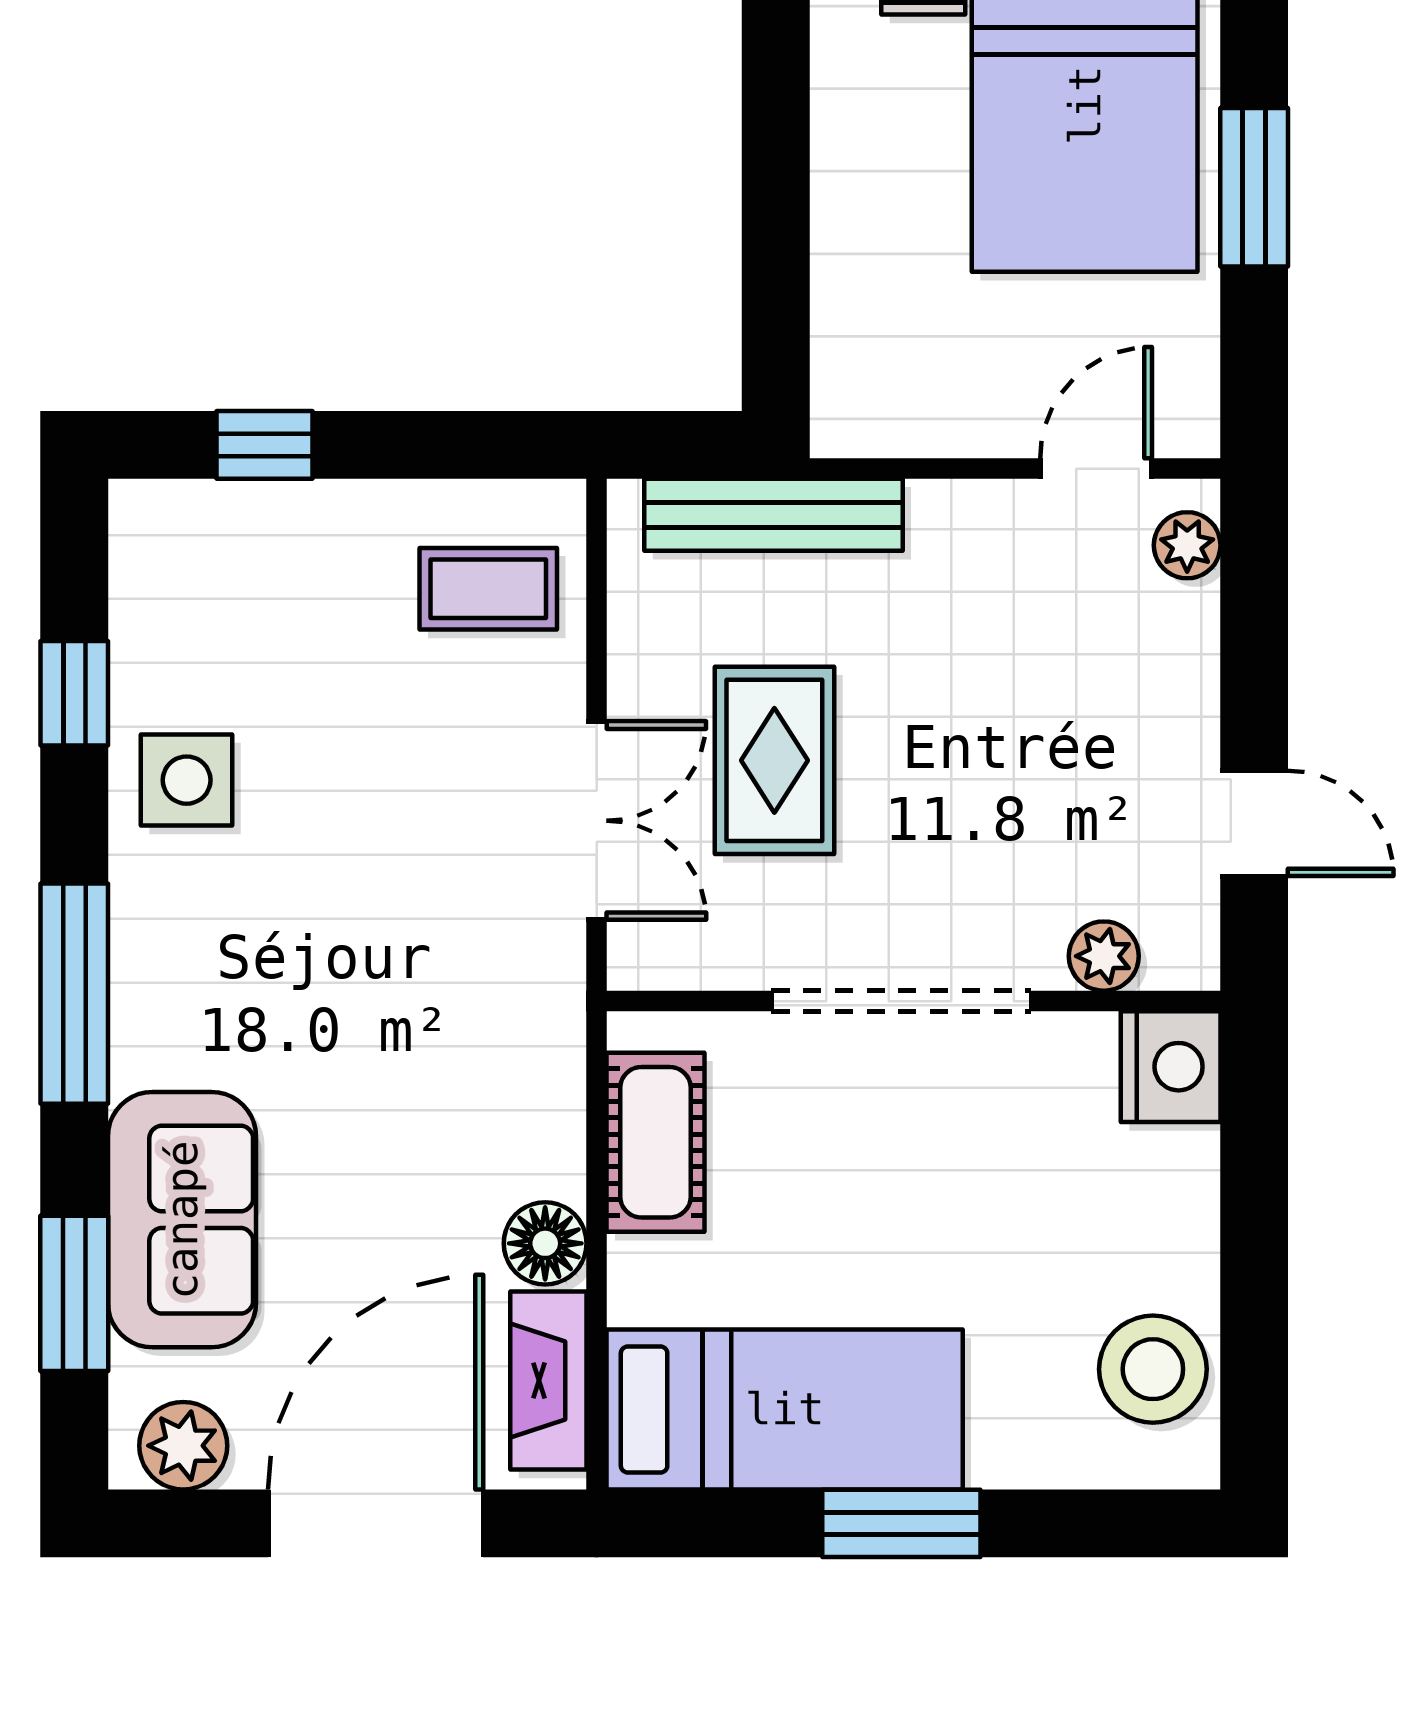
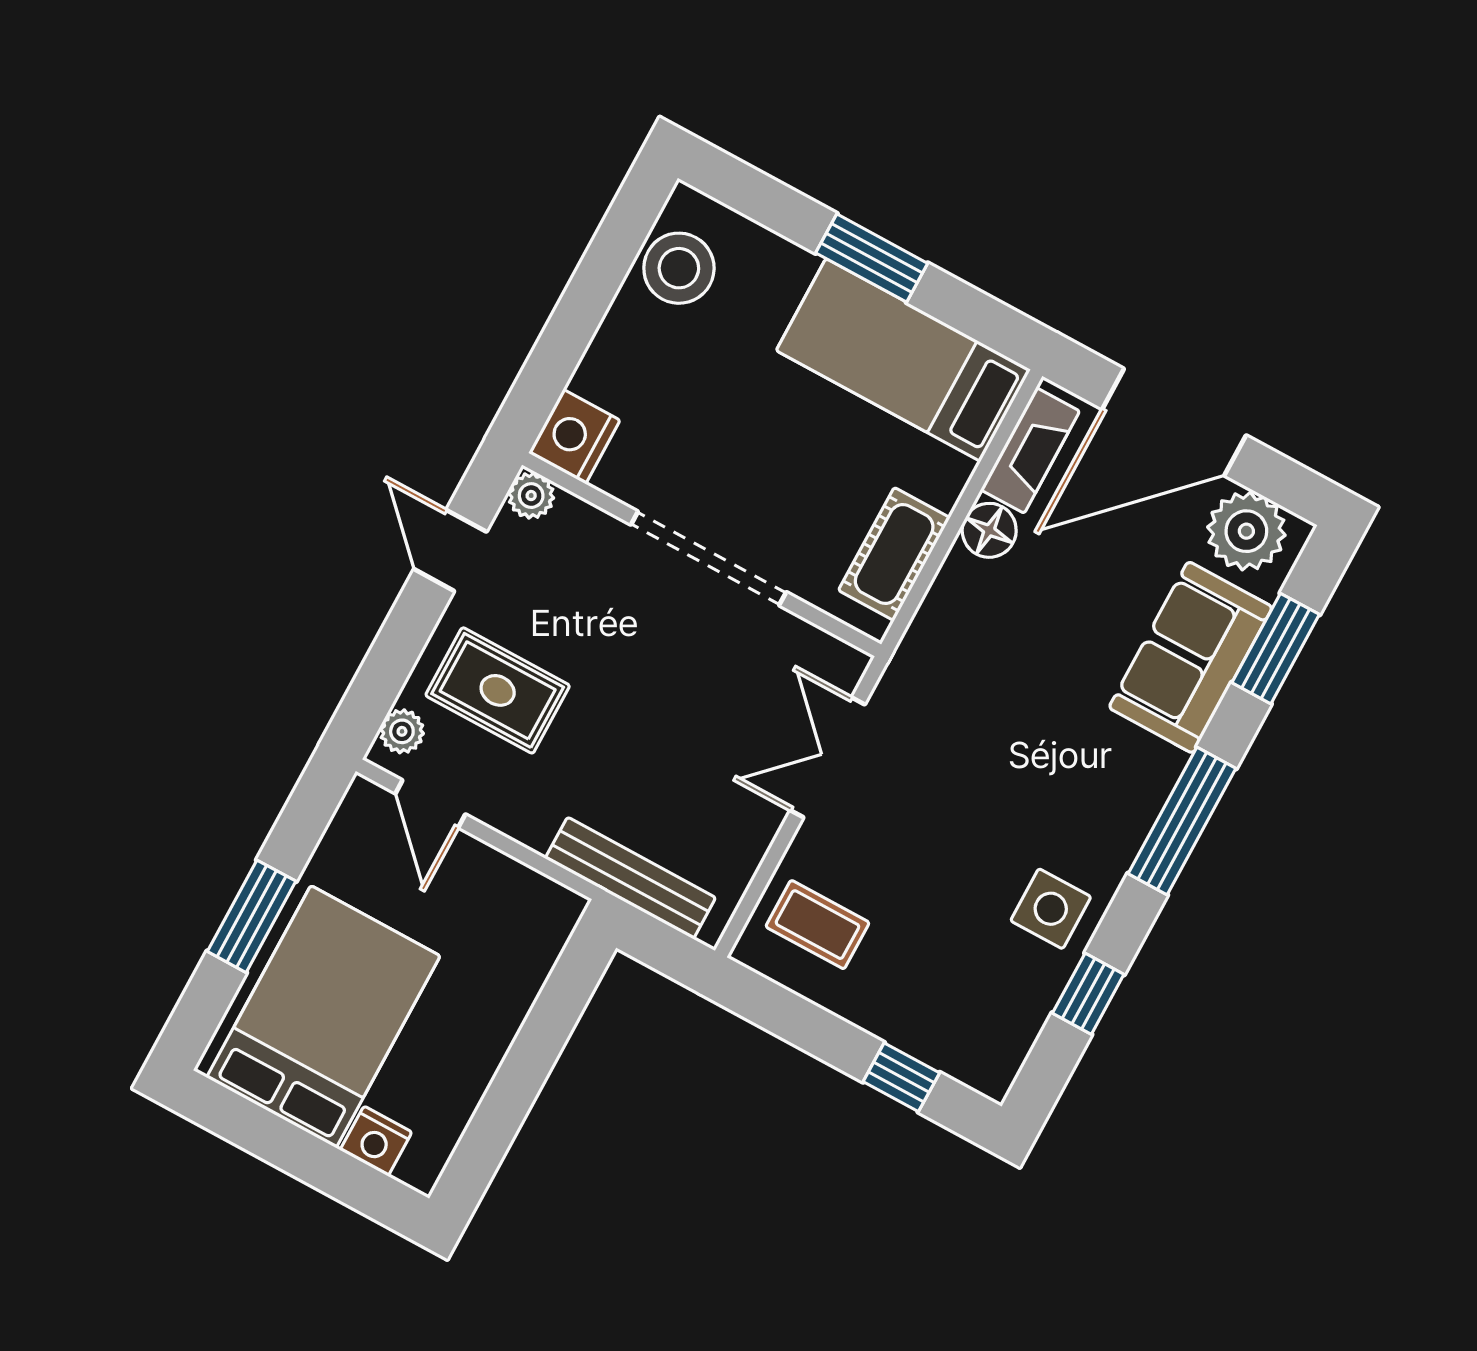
door: (1096, 469) -> (430, 804), hinge flipped
rug: (774, 760) -> (498, 690), moved, turned 90
plant: (1104, 956) -> (531, 496), moved
plant: (183, 1446) -> (1246, 531), width x1.36, depth x1.36

